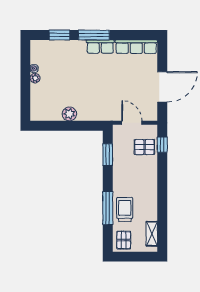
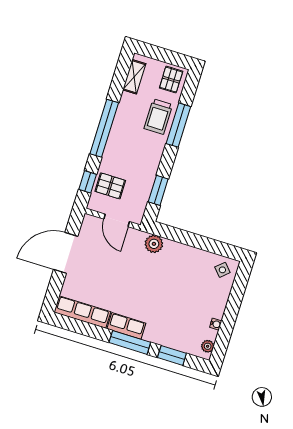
plant: (35, 78) -> (208, 346), moved
side table: (42, 110) -> (222, 270), added
plant: (69, 114) -> (154, 244), moved
window: (162, 188) -> (104, 128), added

